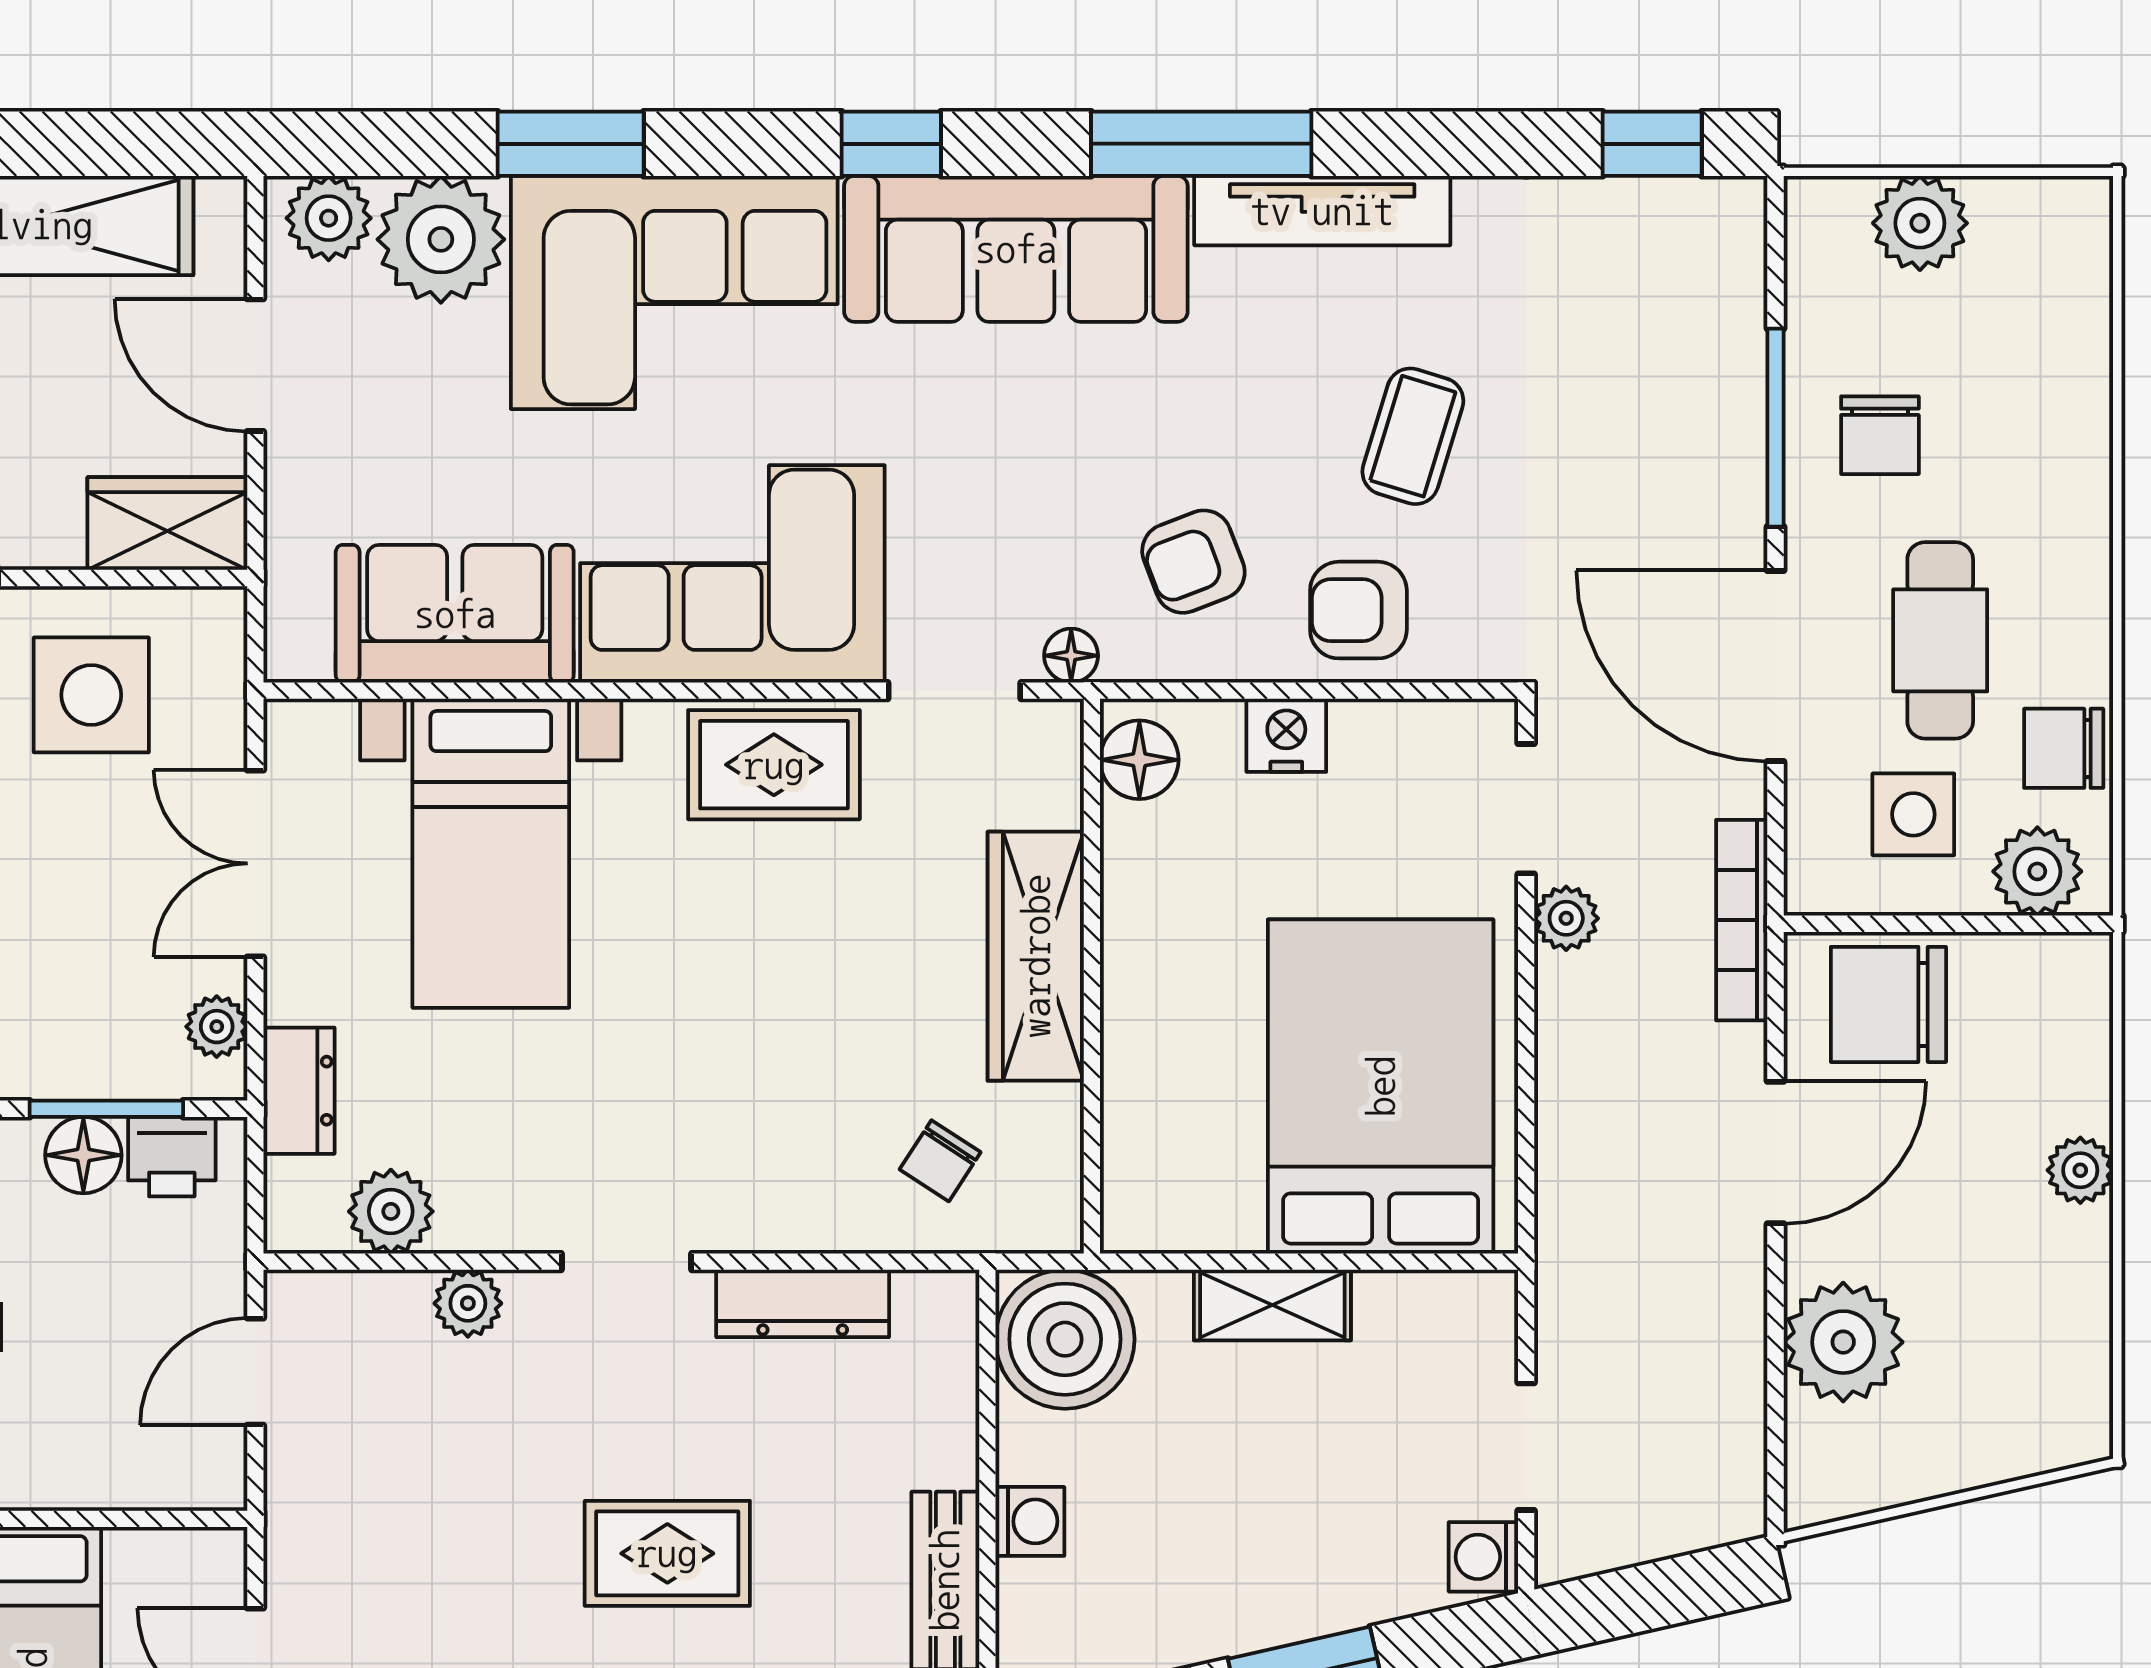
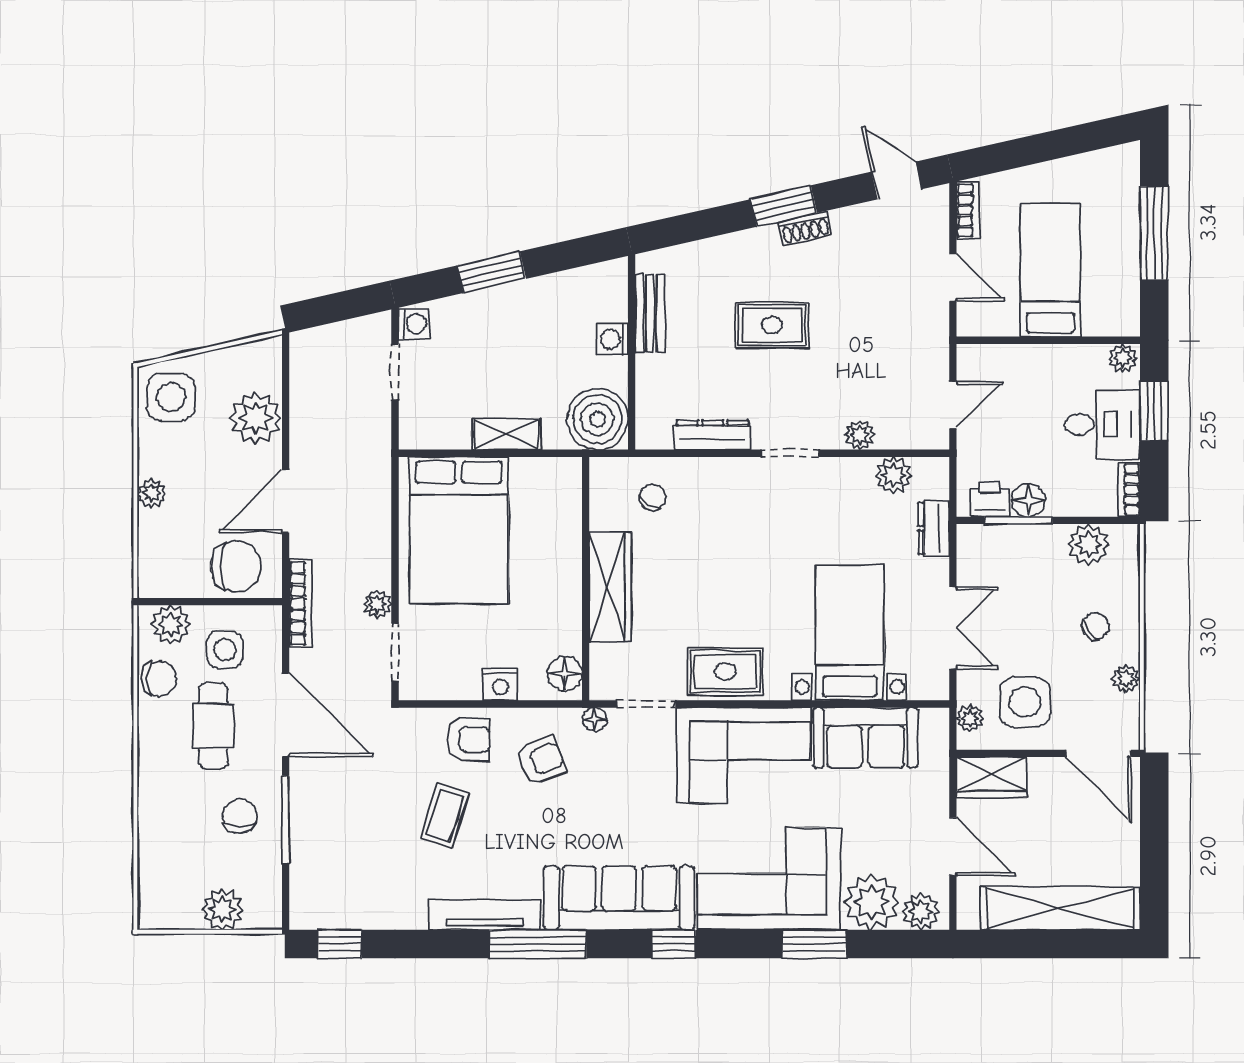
plant: (217, 1027) -> (970, 718), moved
side table: (2037, 1390) -> (171, 397), added

